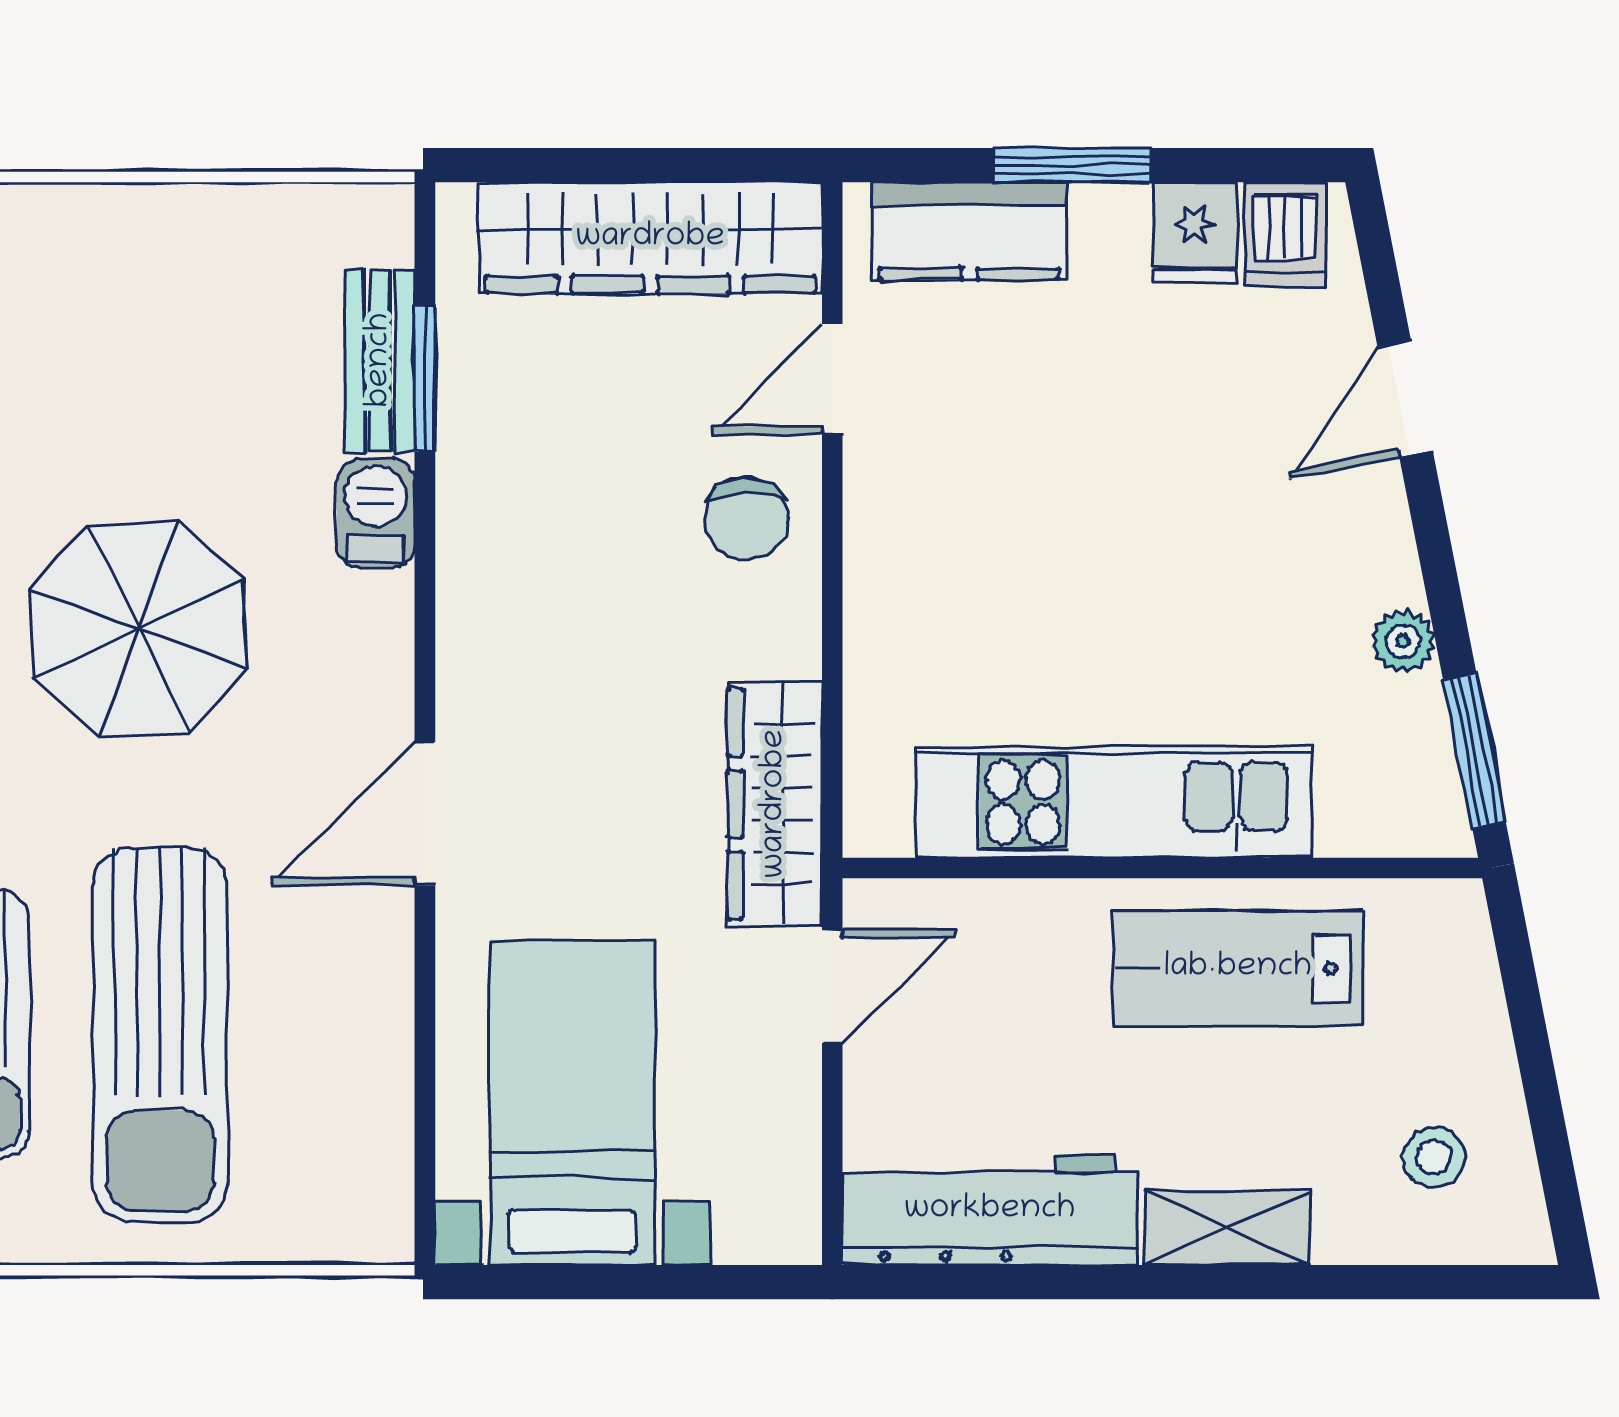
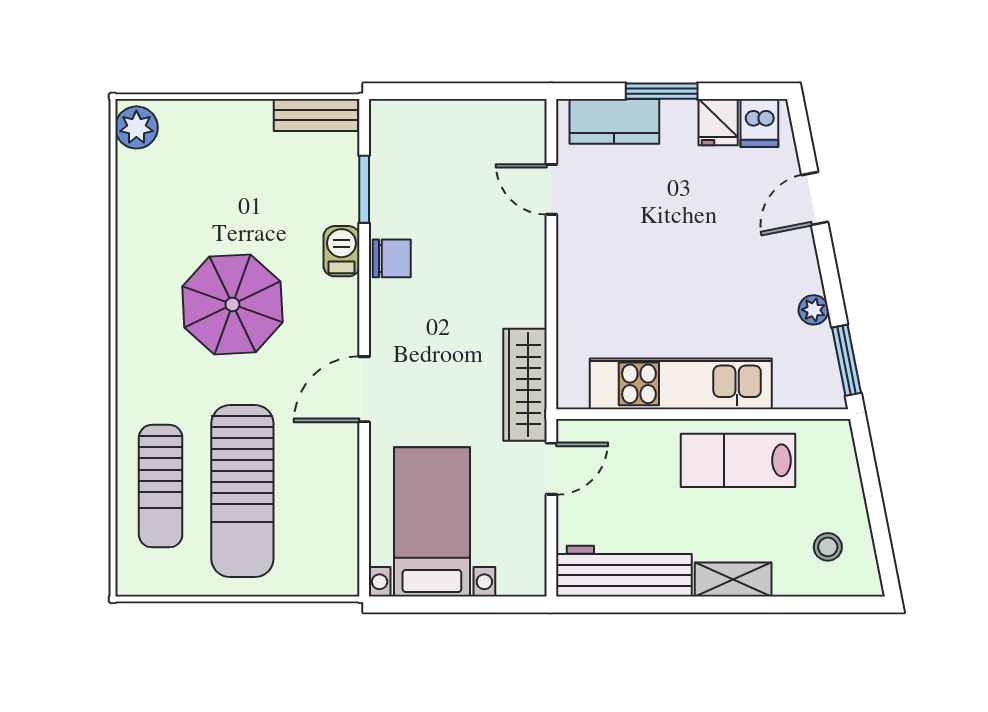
wardrobe: (650, 238) -> (468, 125), removed
bench: (380, 360) -> (316, 115), moved, turned 90
door: (832, 379) -> (551, 189), hinge flipped
chair: (747, 519) -> (392, 258), moved, turned -88

